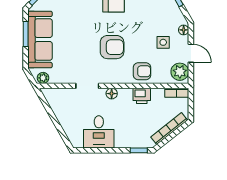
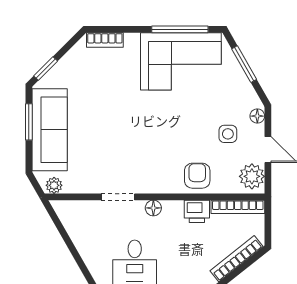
armchair: (112, 47) -> (154, 141), removed
armchair: (142, 71) -> (197, 176), turned -90
bookcase: (177, 93) -> (238, 207), width x1.56

